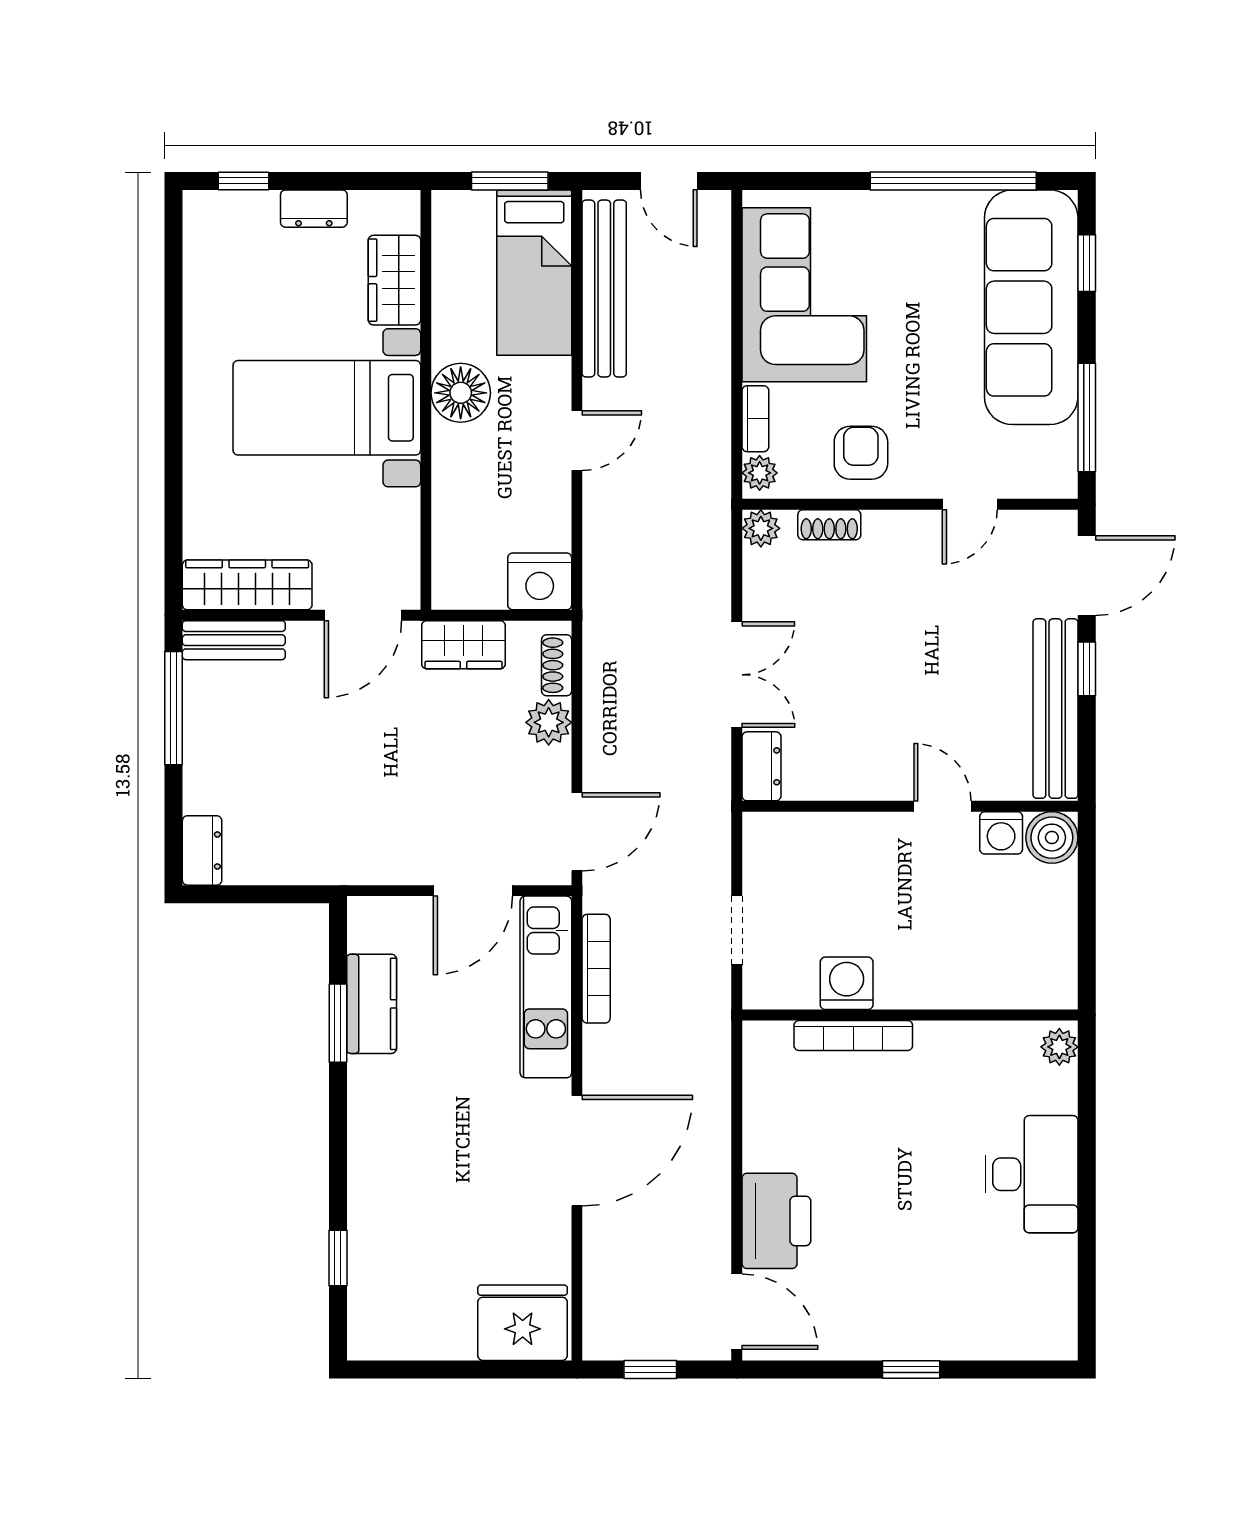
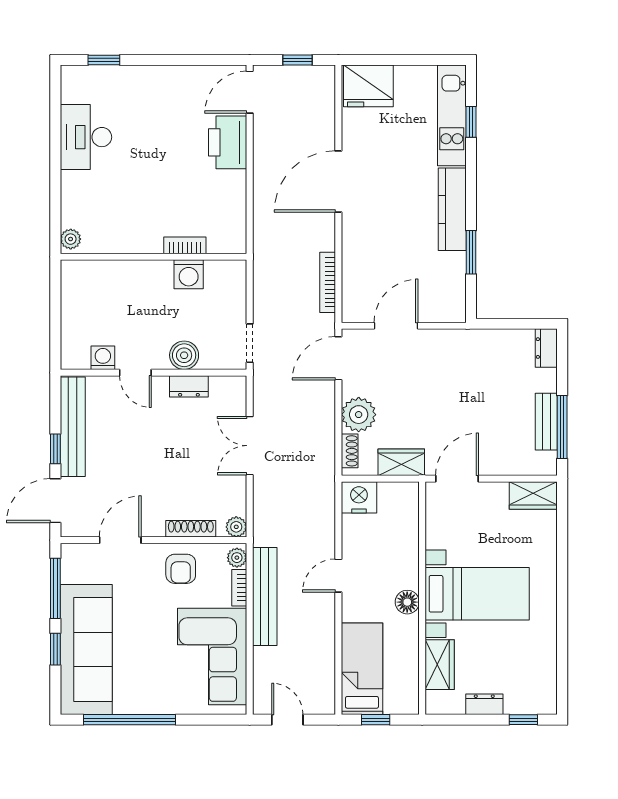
window: (510, 181) -> (376, 720), width x0.67
window: (1087, 263) -> (55, 649), moved
bench: (604, 289) -> (265, 596), moved
floor lamp: (461, 393) -> (407, 602), width x0.73, depth x0.73
door: (970, 504) -> (120, 540), width x1.38
shoe rack: (829, 525) -> (191, 529), width x1.43
wardrobe: (247, 585) -> (533, 495), width x0.67
bench: (234, 640) -> (546, 422), moved, turned 90
plant: (549, 722) -> (359, 415), width x1.36, depth x1.36
dresser: (762, 766) -> (189, 386), moved, turned -90
boiler: (1052, 838) -> (184, 355), moved
doorway: (737, 930) -> (250, 343), moved
kitchen unit: (546, 987) -> (452, 115), moved, turned 180
kitchen counter: (372, 1004) -> (452, 209), moved, width x1.50
bookcase: (853, 1035) -> (185, 245), width x0.64
desk: (1032, 1174) -> (86, 137), moved
door: (737, 1312) -> (250, 92), hinge flipped
window: (911, 1369) -> (104, 60), moved

